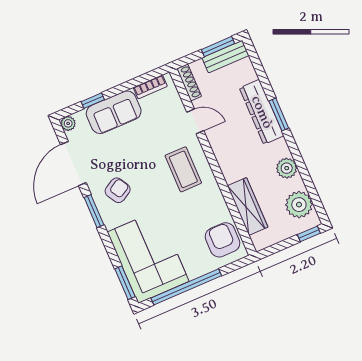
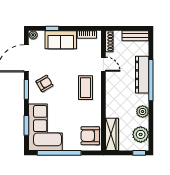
window: (218, 46) -> (134, 28), removed
window: (279, 114) -> (151, 80), width x2.11
wardrobe: (248, 206) -> (112, 134), moved
armchair: (223, 240) -> (90, 136), turned -90
window: (125, 283) -> (26, 125), moved

